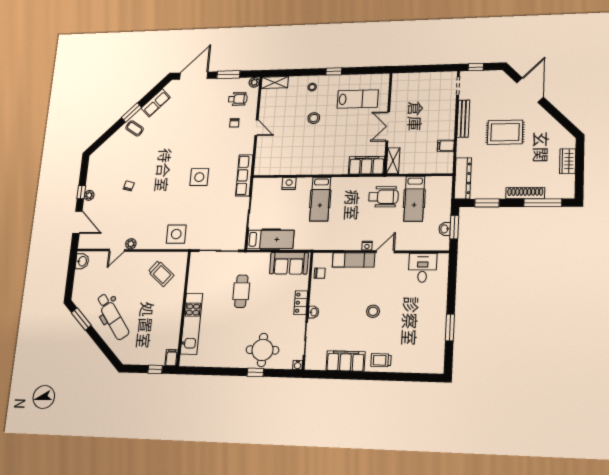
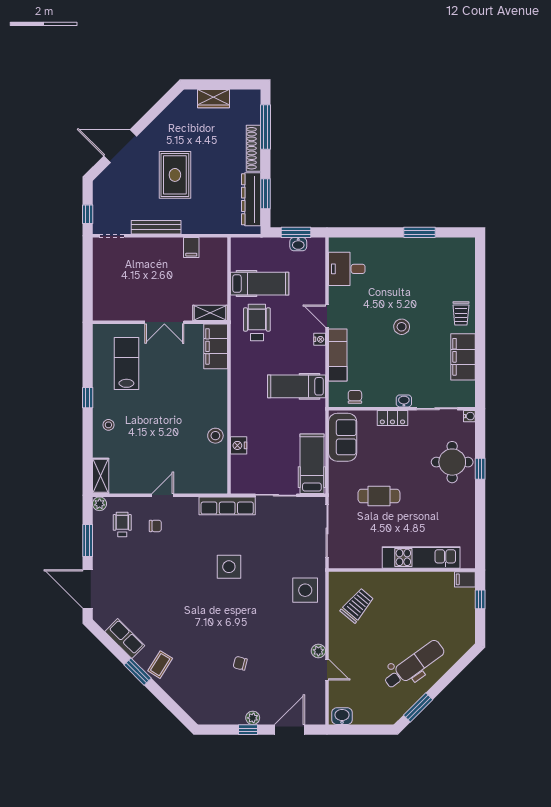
stool: (314, 118) -> (215, 436), moved
dresser: (463, 178) -> (251, 199), moved, turned -90
hospital bed: (320, 199) -> (297, 386), moved, turned 180

